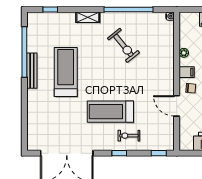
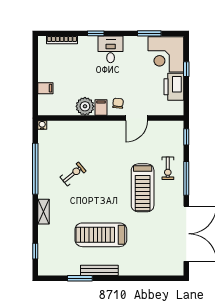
exercise bike: (123, 45) -> (73, 174), width x0.73, depth x0.72
window: (24, 52) -> (80, 278), width x0.47
plant: (184, 53) -> (85, 106), width x1.87, depth x1.87
window: (119, 153) -> (186, 178), width x2.17

